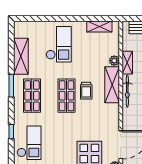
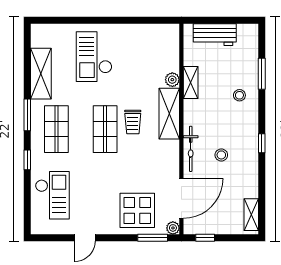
shelving: (99, 26) -> (151, 32), removed
checkout: (59, 44) -> (94, 57), turned 180
bicycle: (127, 91) -> (191, 149), moved
window: (11, 132) -> (27, 160), moved

